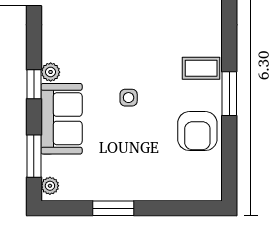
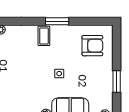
armchair: (197, 131) -> (92, 46), moved

